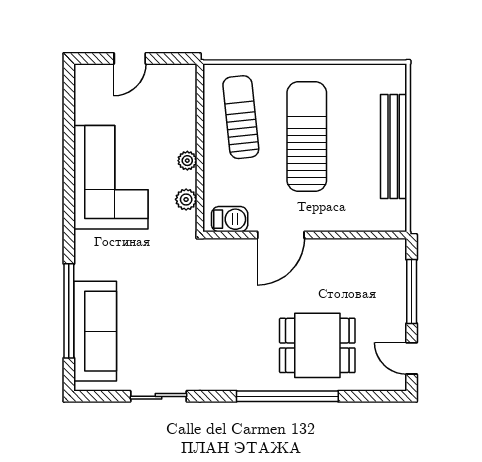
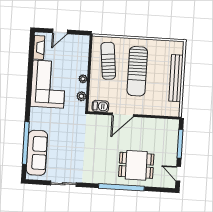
fireplace: (85, 97) -> (39, 47), added
sun lounger: (307, 137) -> (137, 71), turned 180

